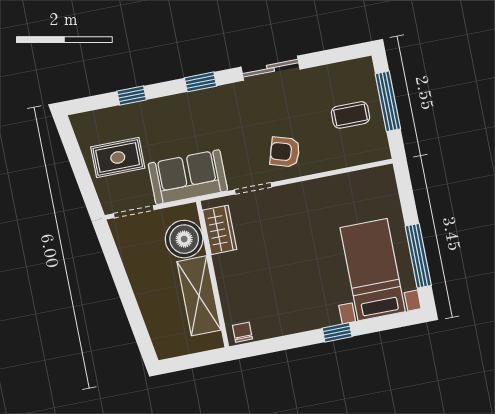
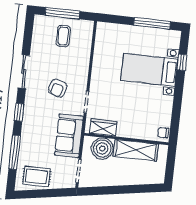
window: (132, 95) -> (15, 152), width x2.17
armchair: (285, 152) -> (58, 88), moved
rug: (118, 157) -> (37, 176), moved, turned 90
bed with nightstands: (373, 270) -> (149, 70), moved
window: (337, 332) -> (182, 62), moved

